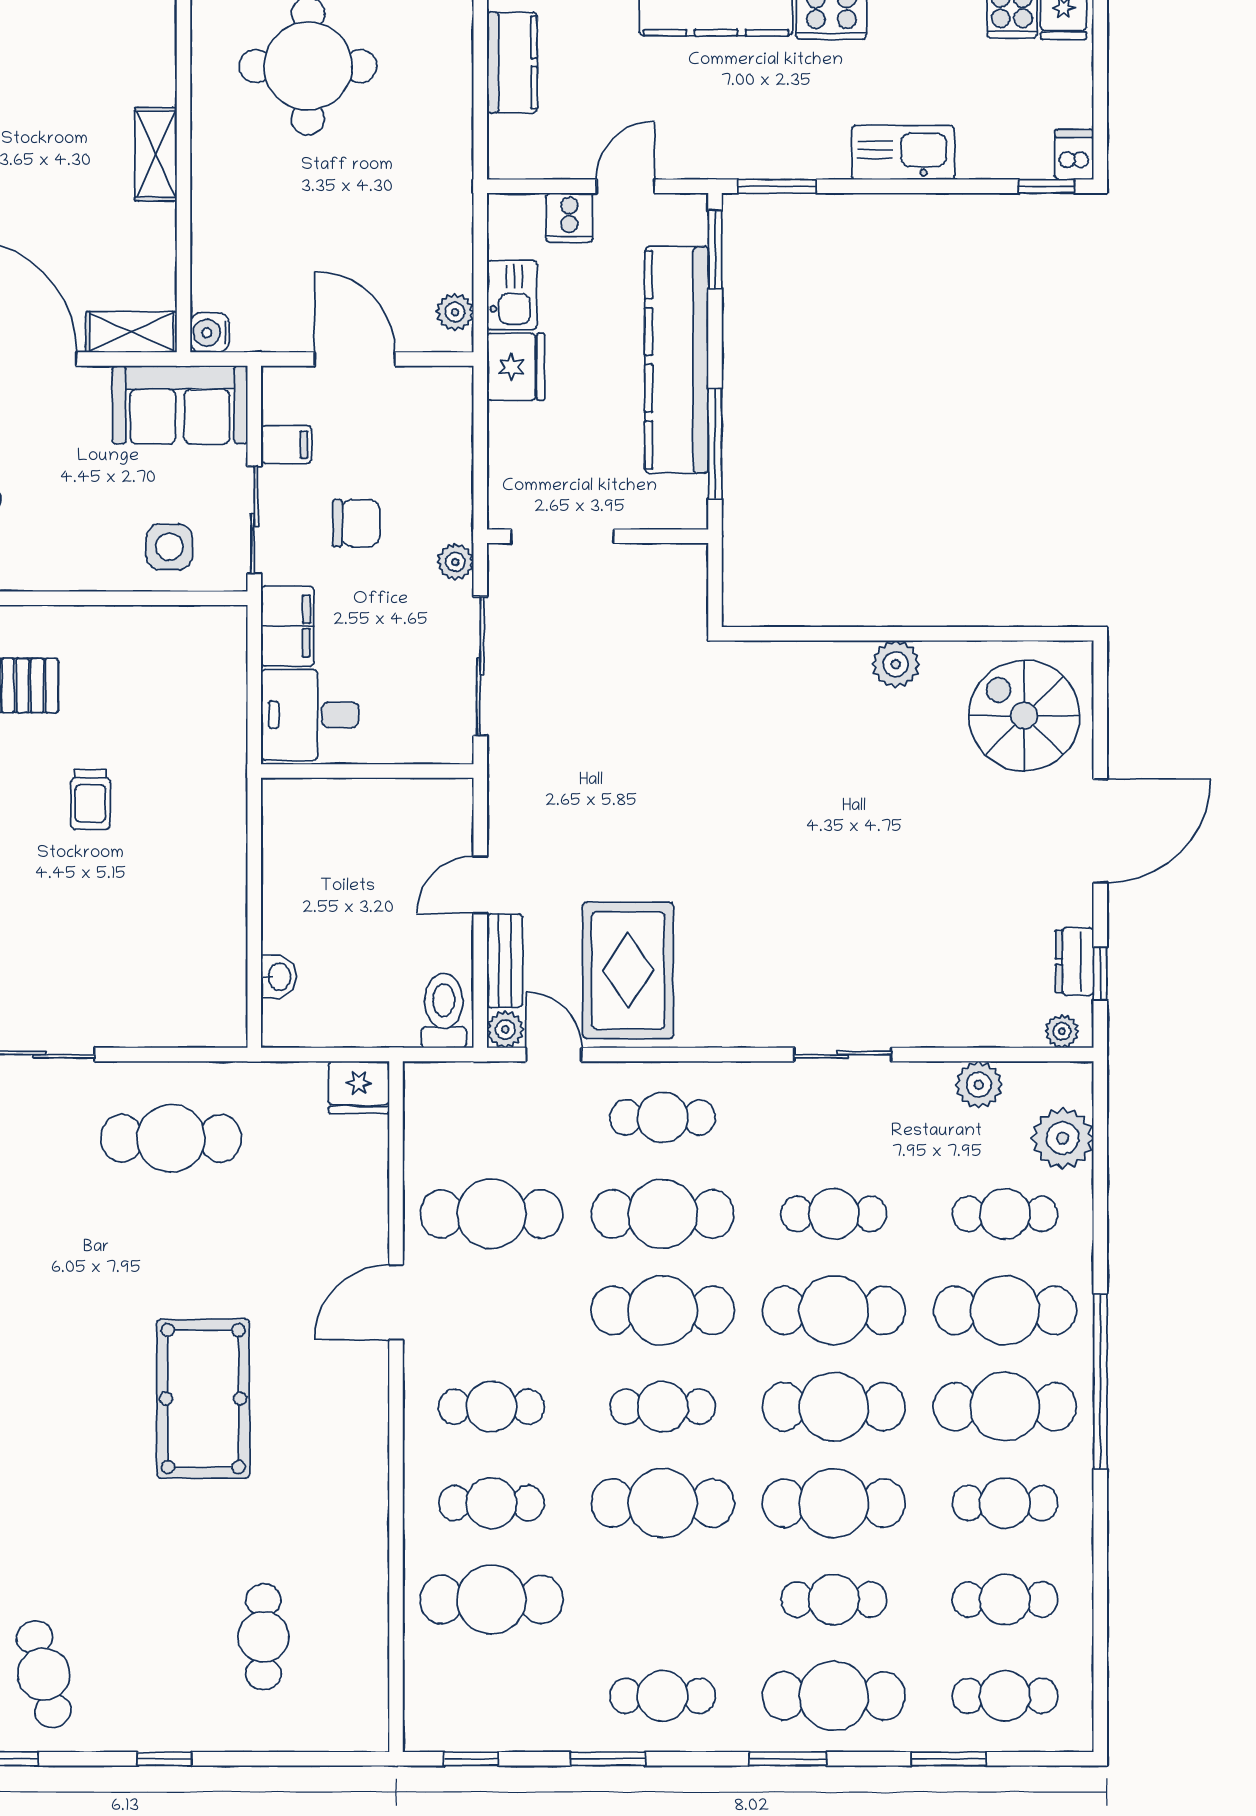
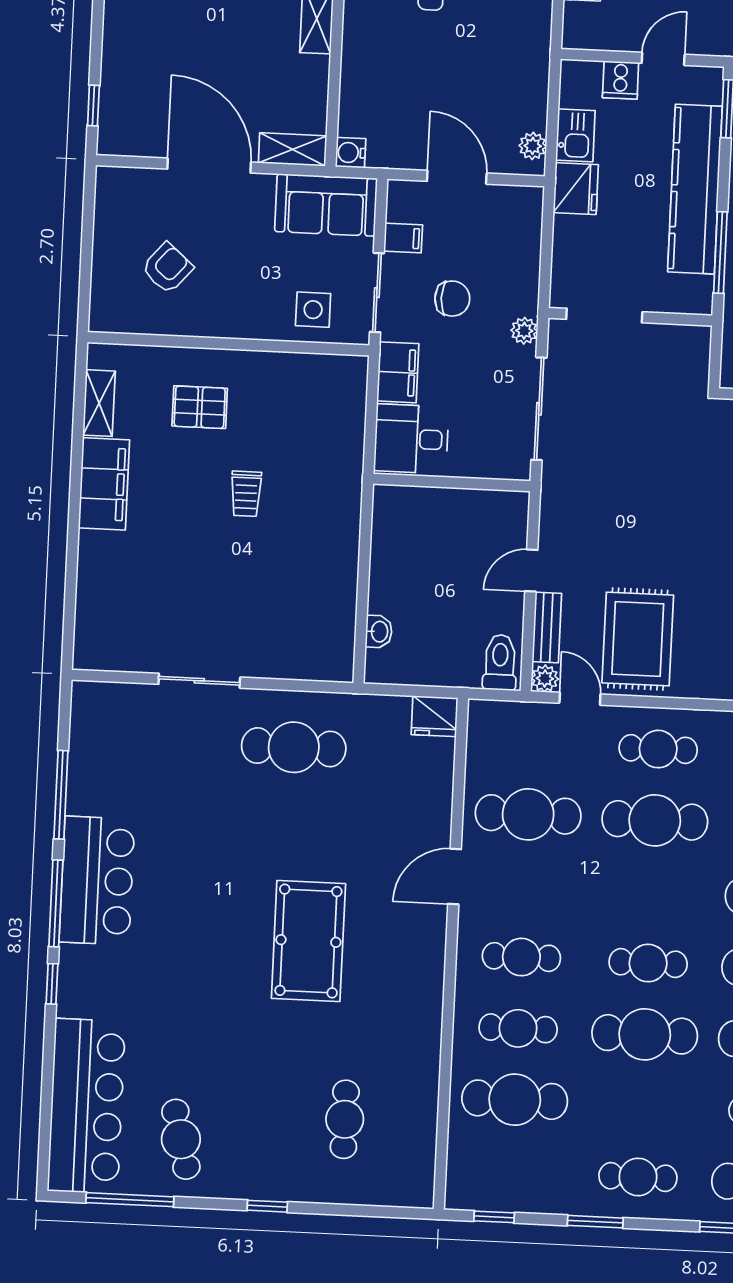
cafe table: (663, 1310) -> (651, 892), removed

